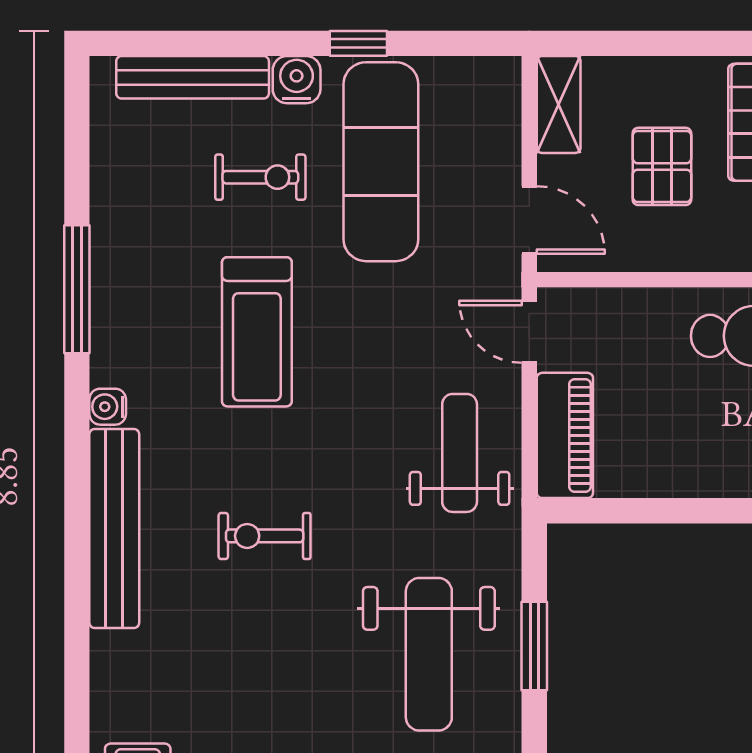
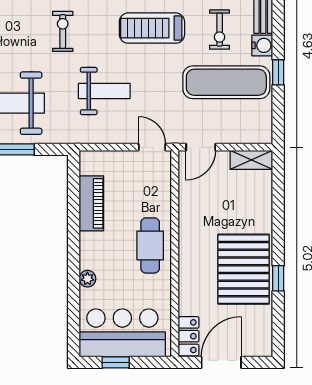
pallet: (662, 166) -> (224, 205), removed
door: (529, 332) -> (152, 147), hinge flipped
piano: (565, 435) -> (91, 203), moved, turned -90
weight bench: (460, 453) -> (104, 91), moved

